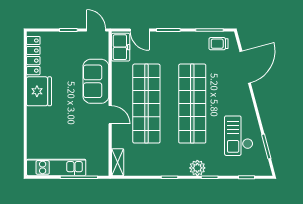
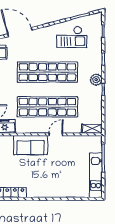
fridge: (39, 91) -> (38, 188), removed
plant: (197, 168) -> (96, 80), moved

